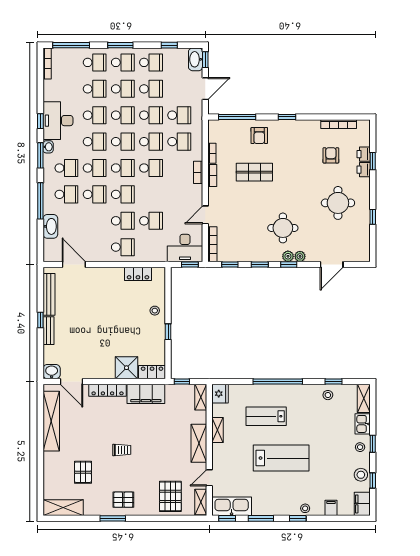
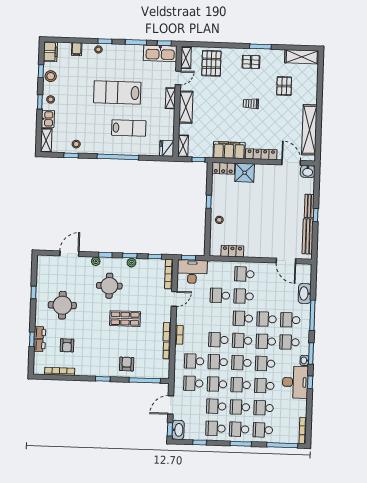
shop shelf: (254, 172) -> (125, 319), moved
plant: (288, 256) -> (131, 263), moved
shelving: (218, 430) -> (170, 98), moved

